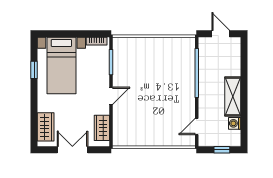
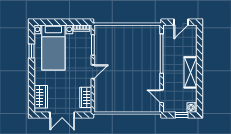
door: (221, 34) -> (181, 22), swing flipped
washing machine: (235, 123) -> (192, 107), moved
door: (197, 126) -> (162, 96), hinge flipped
double door: (72, 150) -> (62, 115), swing flipped

